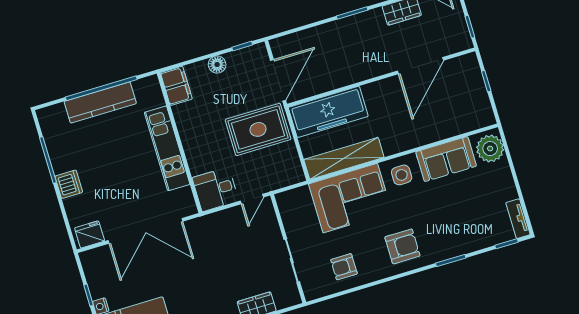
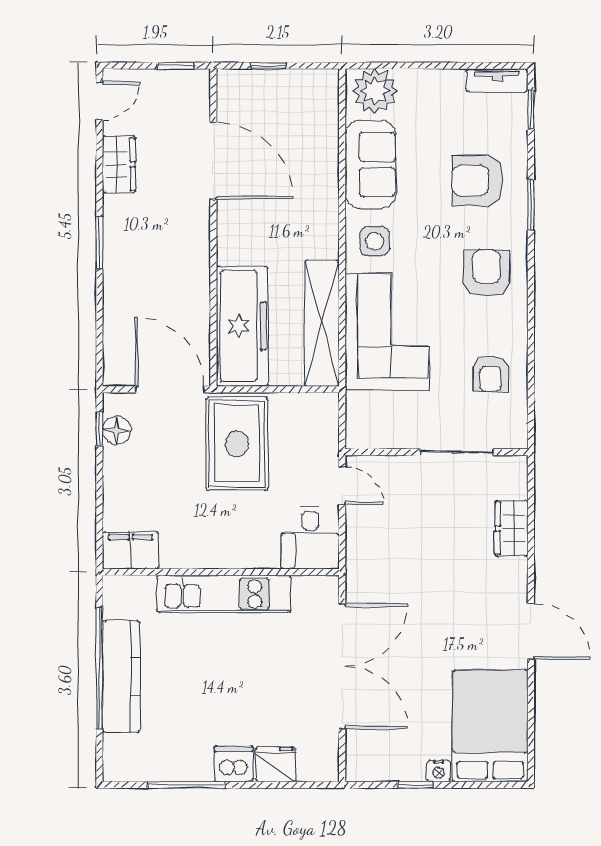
floor lamp: (217, 65) -> (117, 430), moved
armchair: (456, 225) -> (477, 180), added
fridge: (90, 234) -> (276, 764), moved, turned 90

